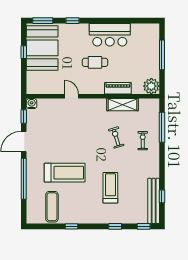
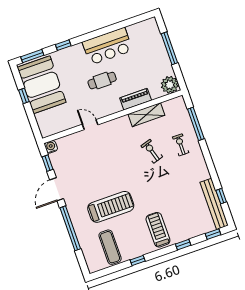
treadmill: (110, 188) -> (158, 230), moved

